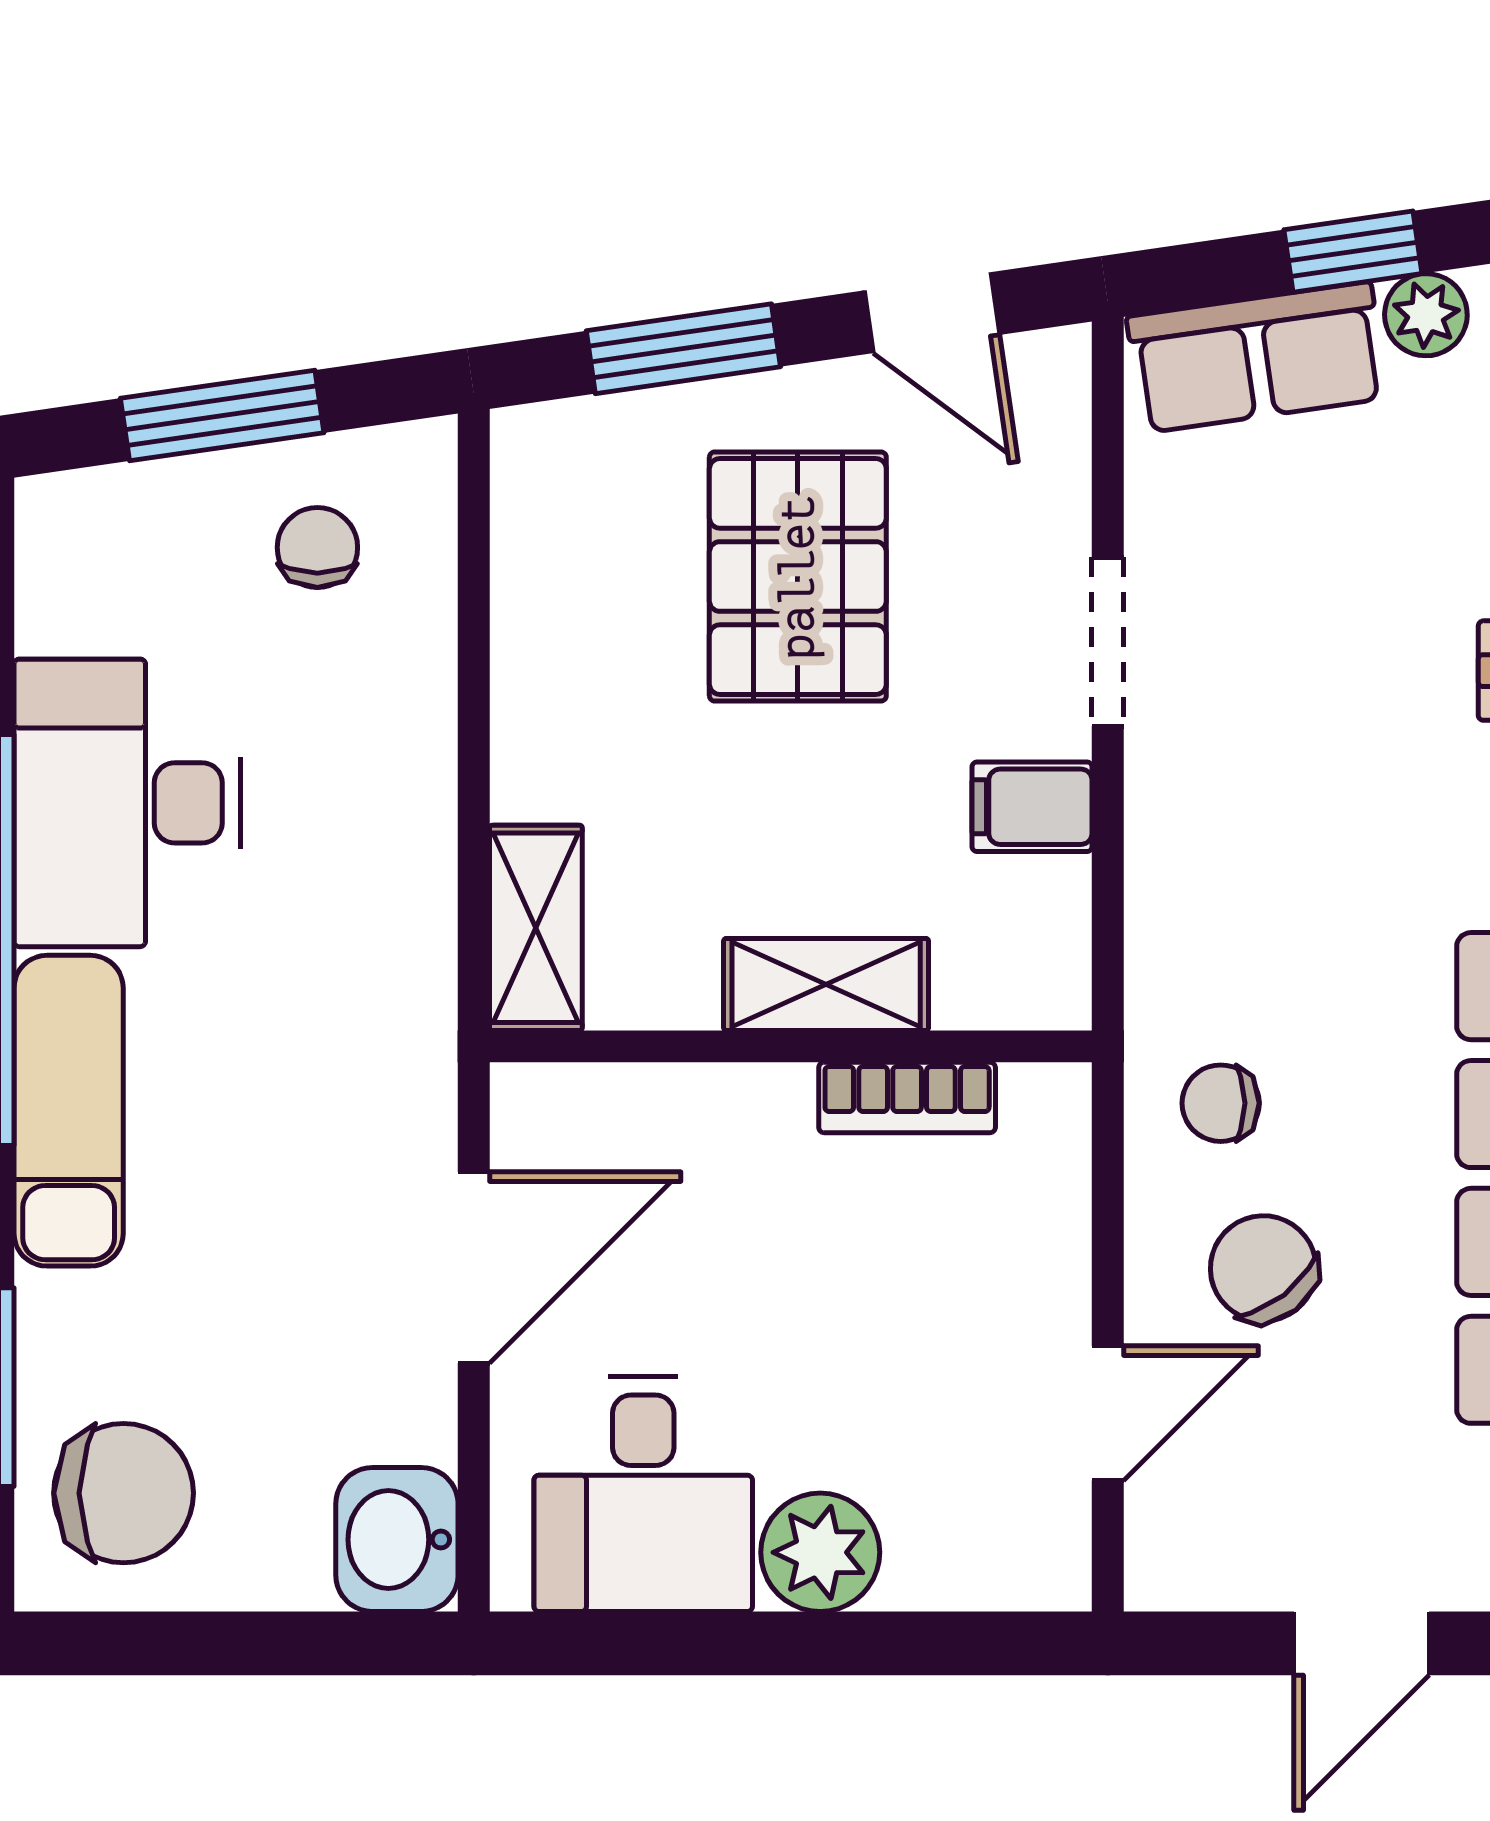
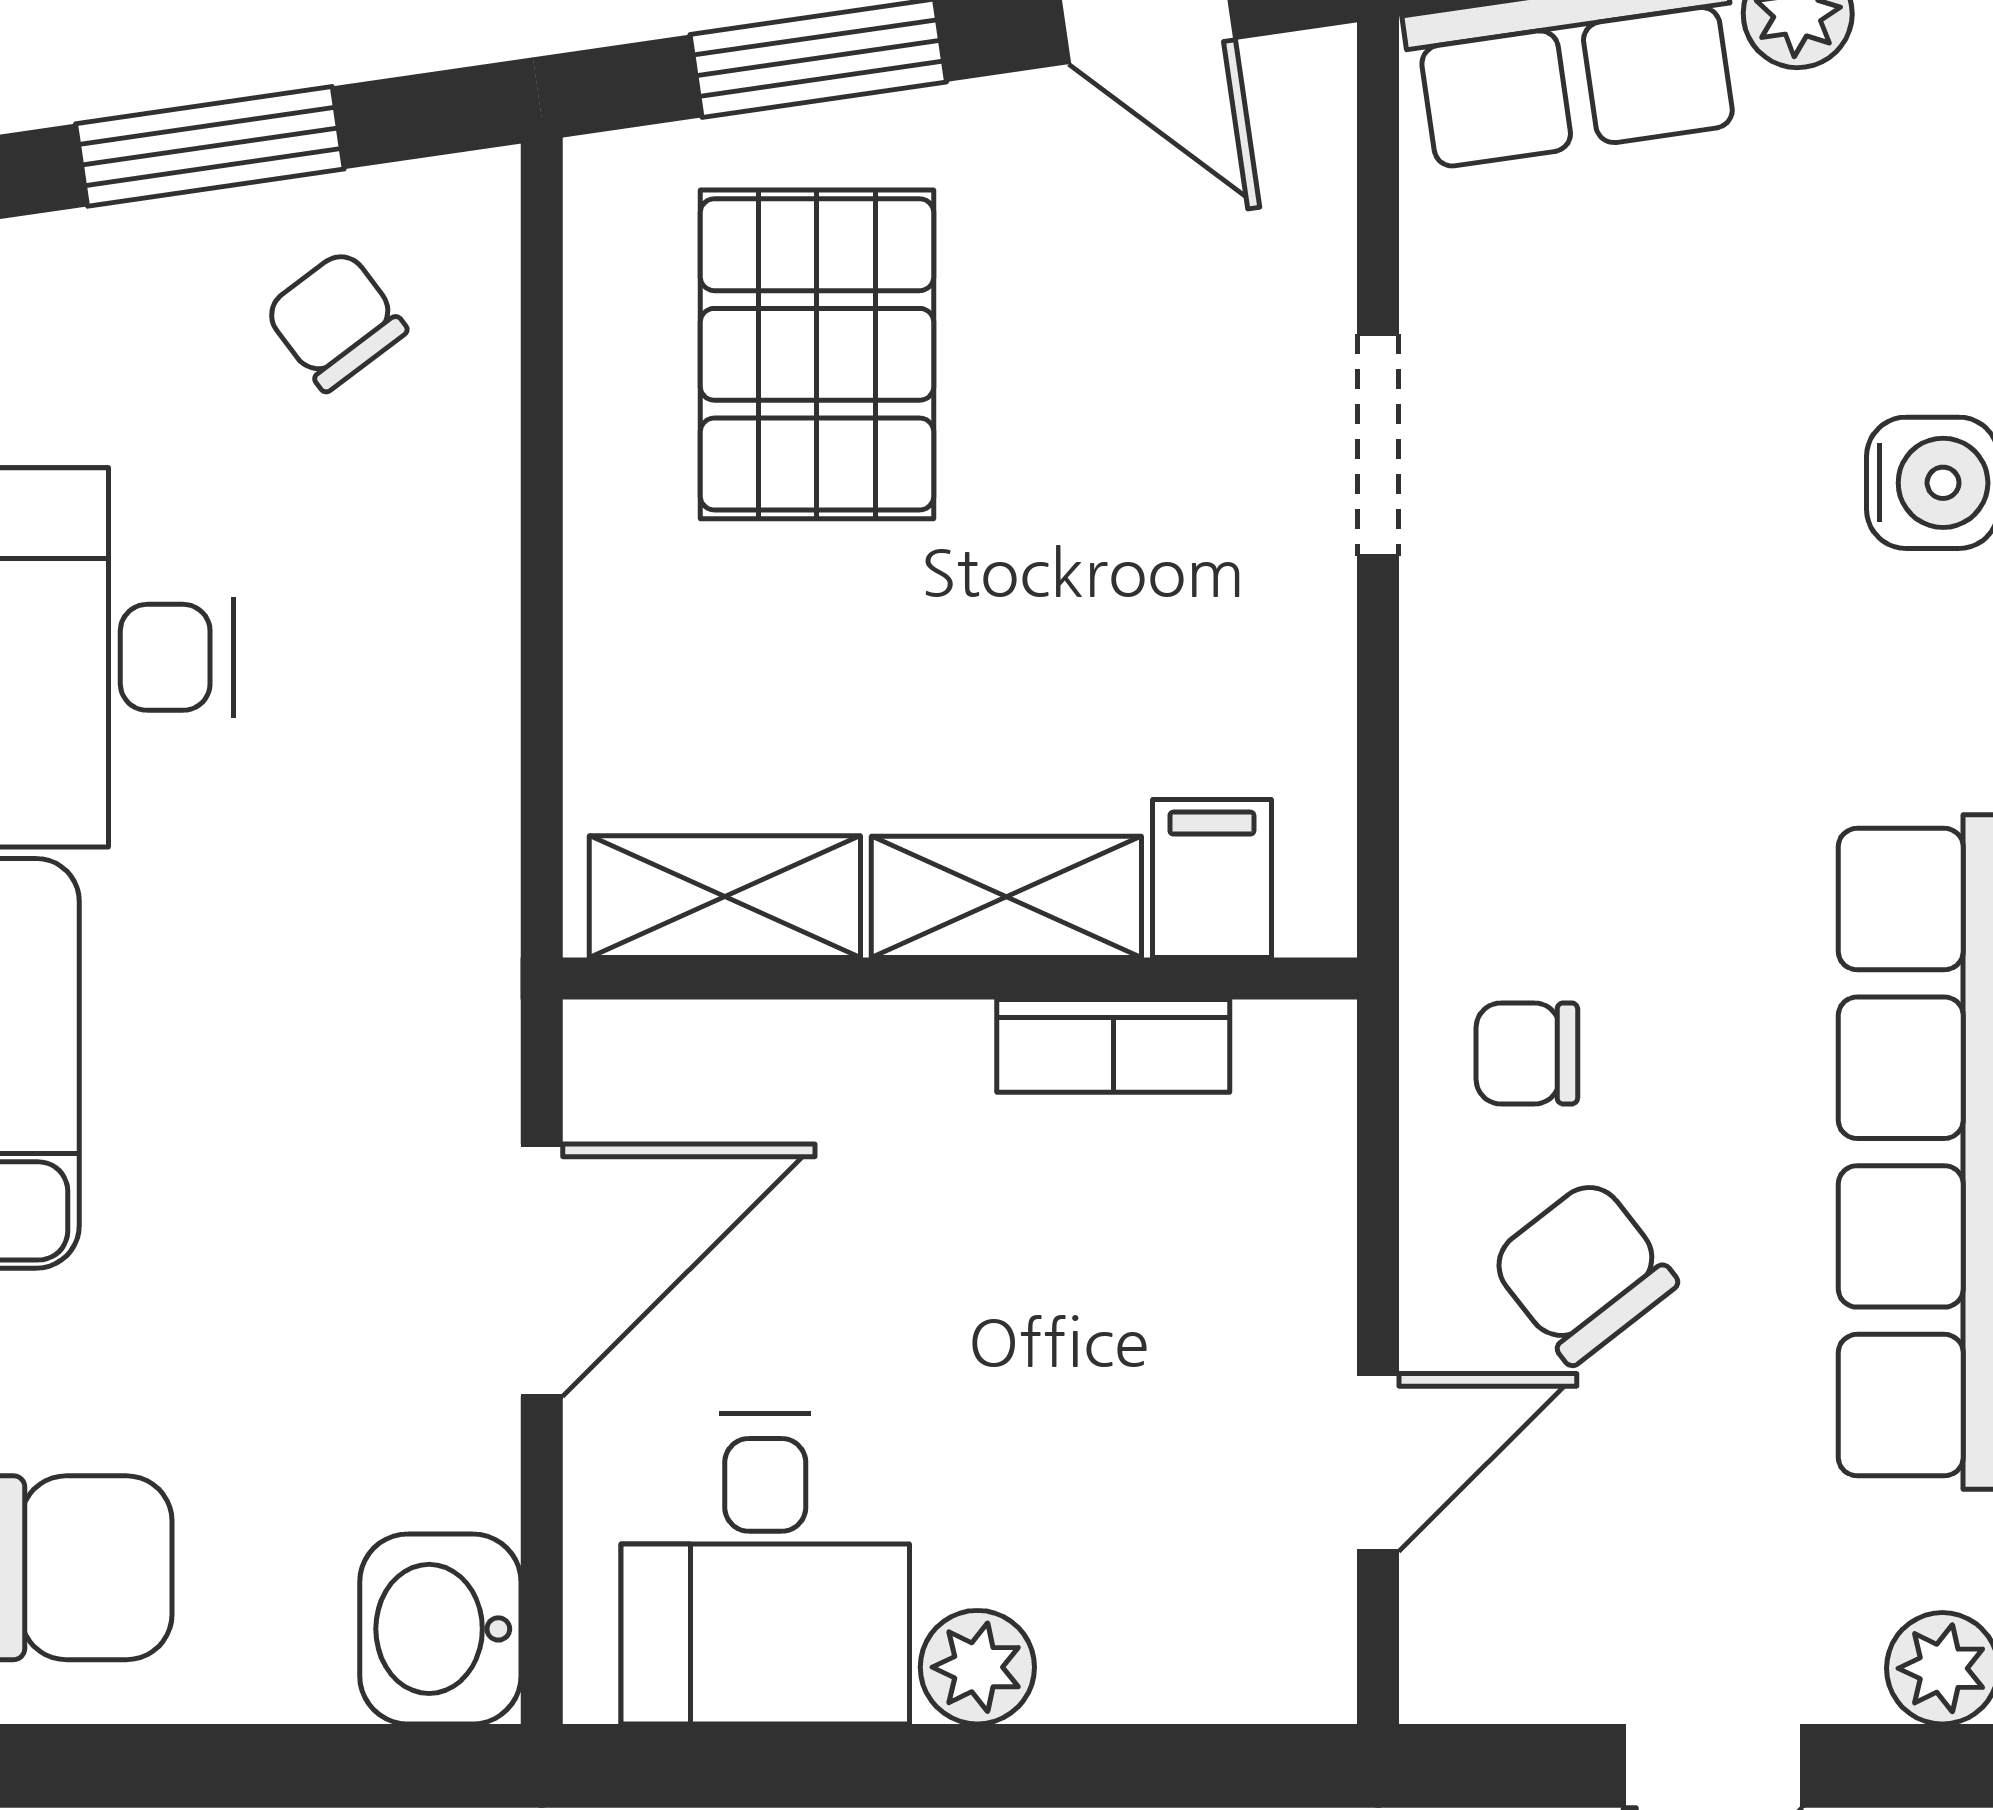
chair: (317, 547) -> (335, 320), turned -37
pallet: (798, 577) -> (817, 354), moved
filing cabinet: (1032, 807) -> (1212, 878), moved, turned 90
shelving: (536, 928) -> (725, 897), moved, turned 90
plant: (820, 1552) -> (977, 1667), width x0.73, depth x0.73

